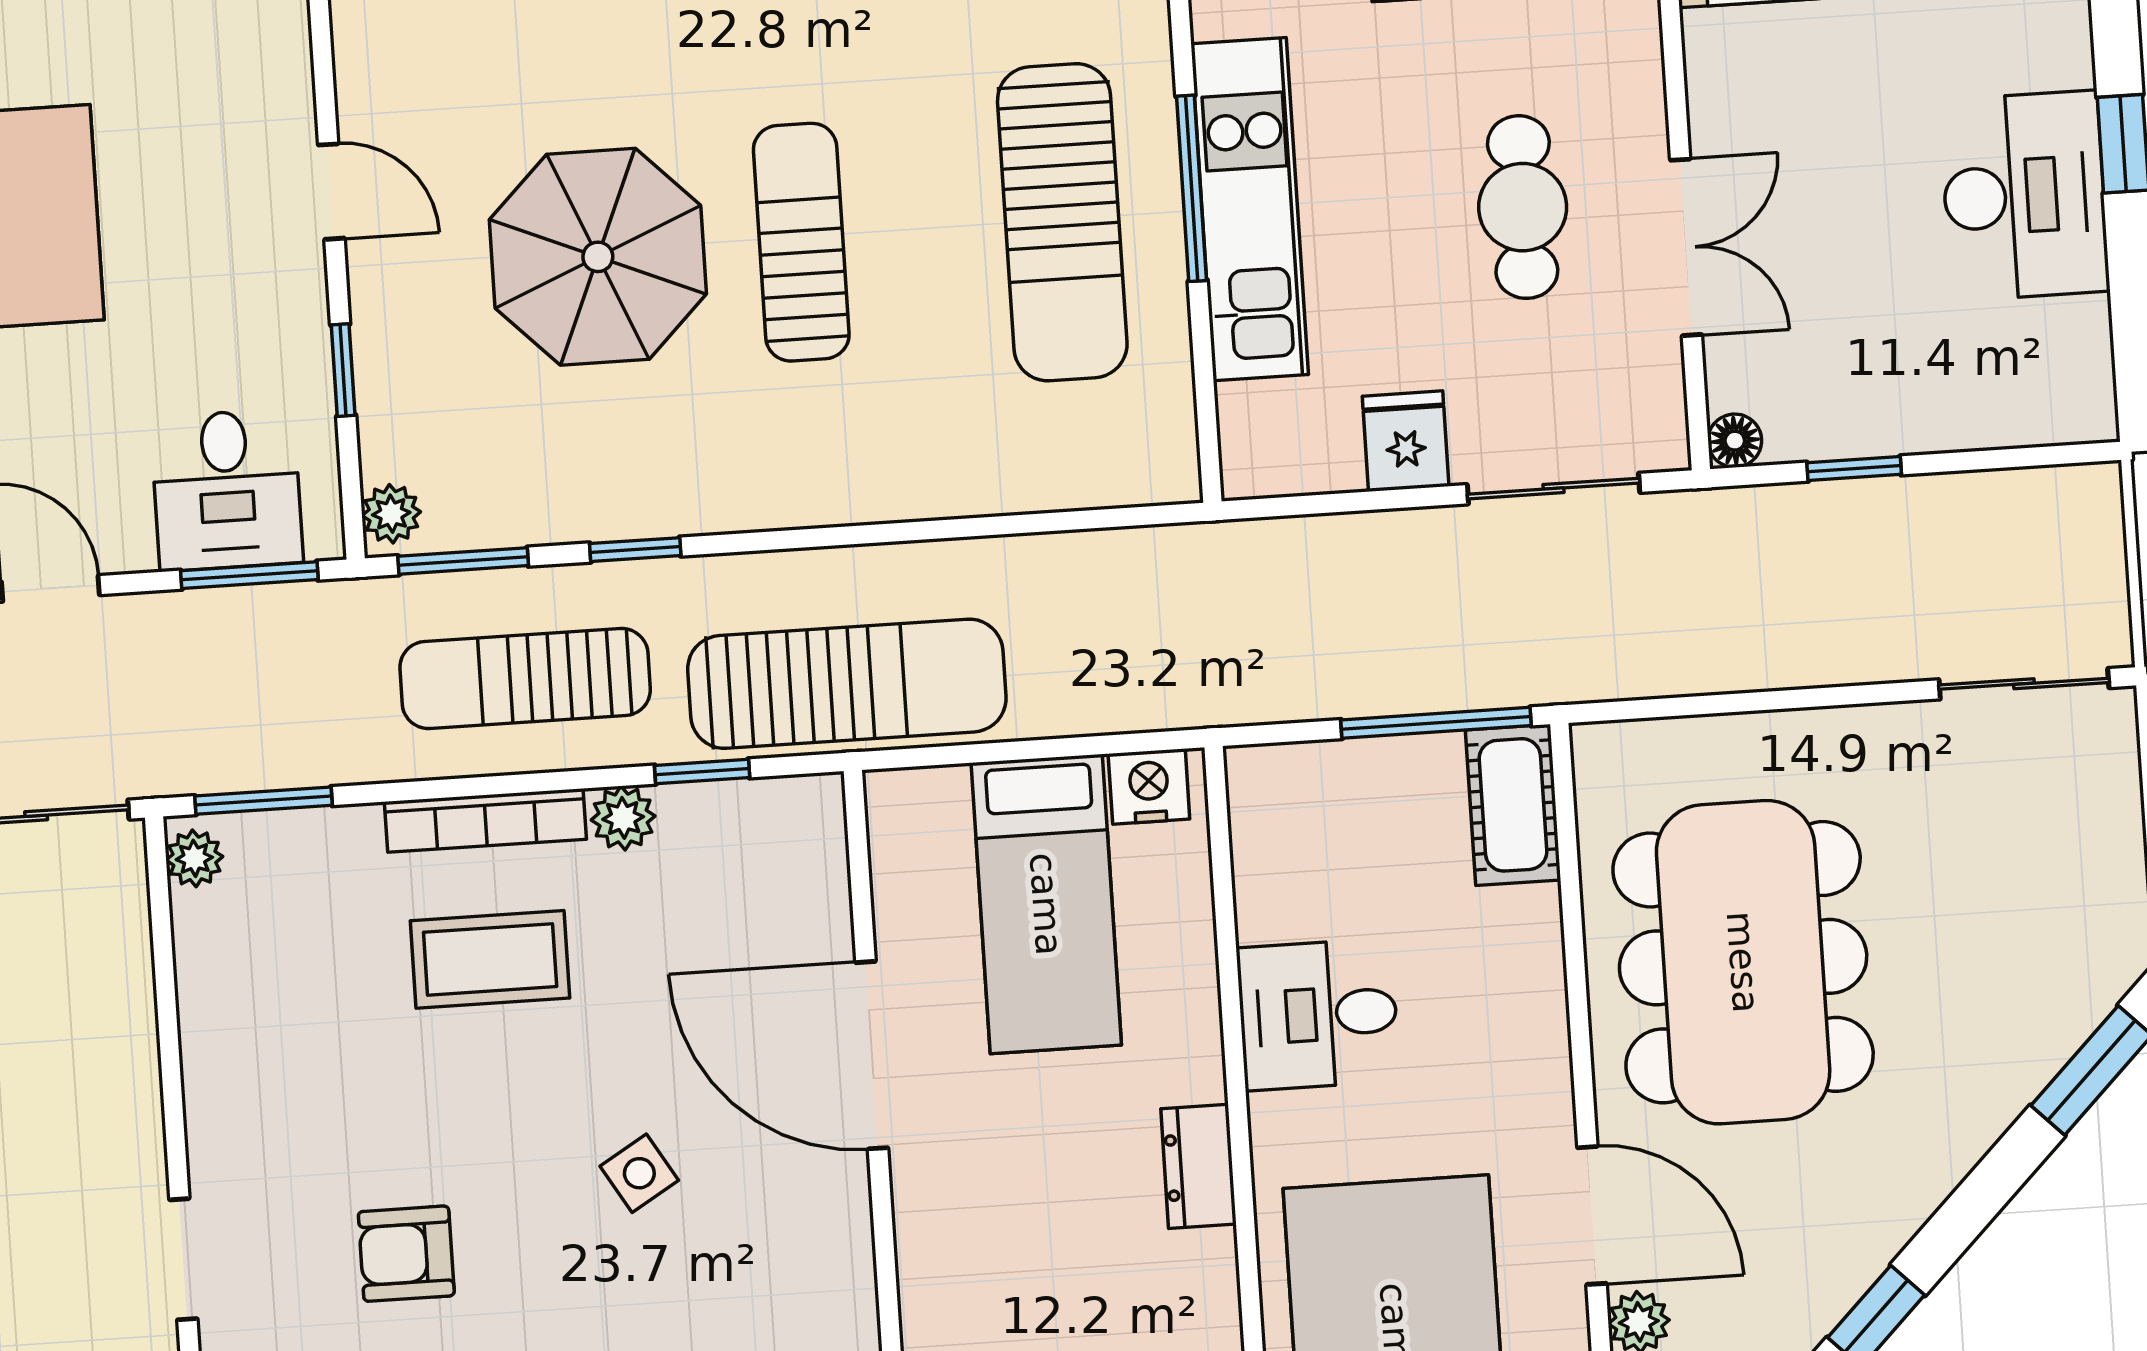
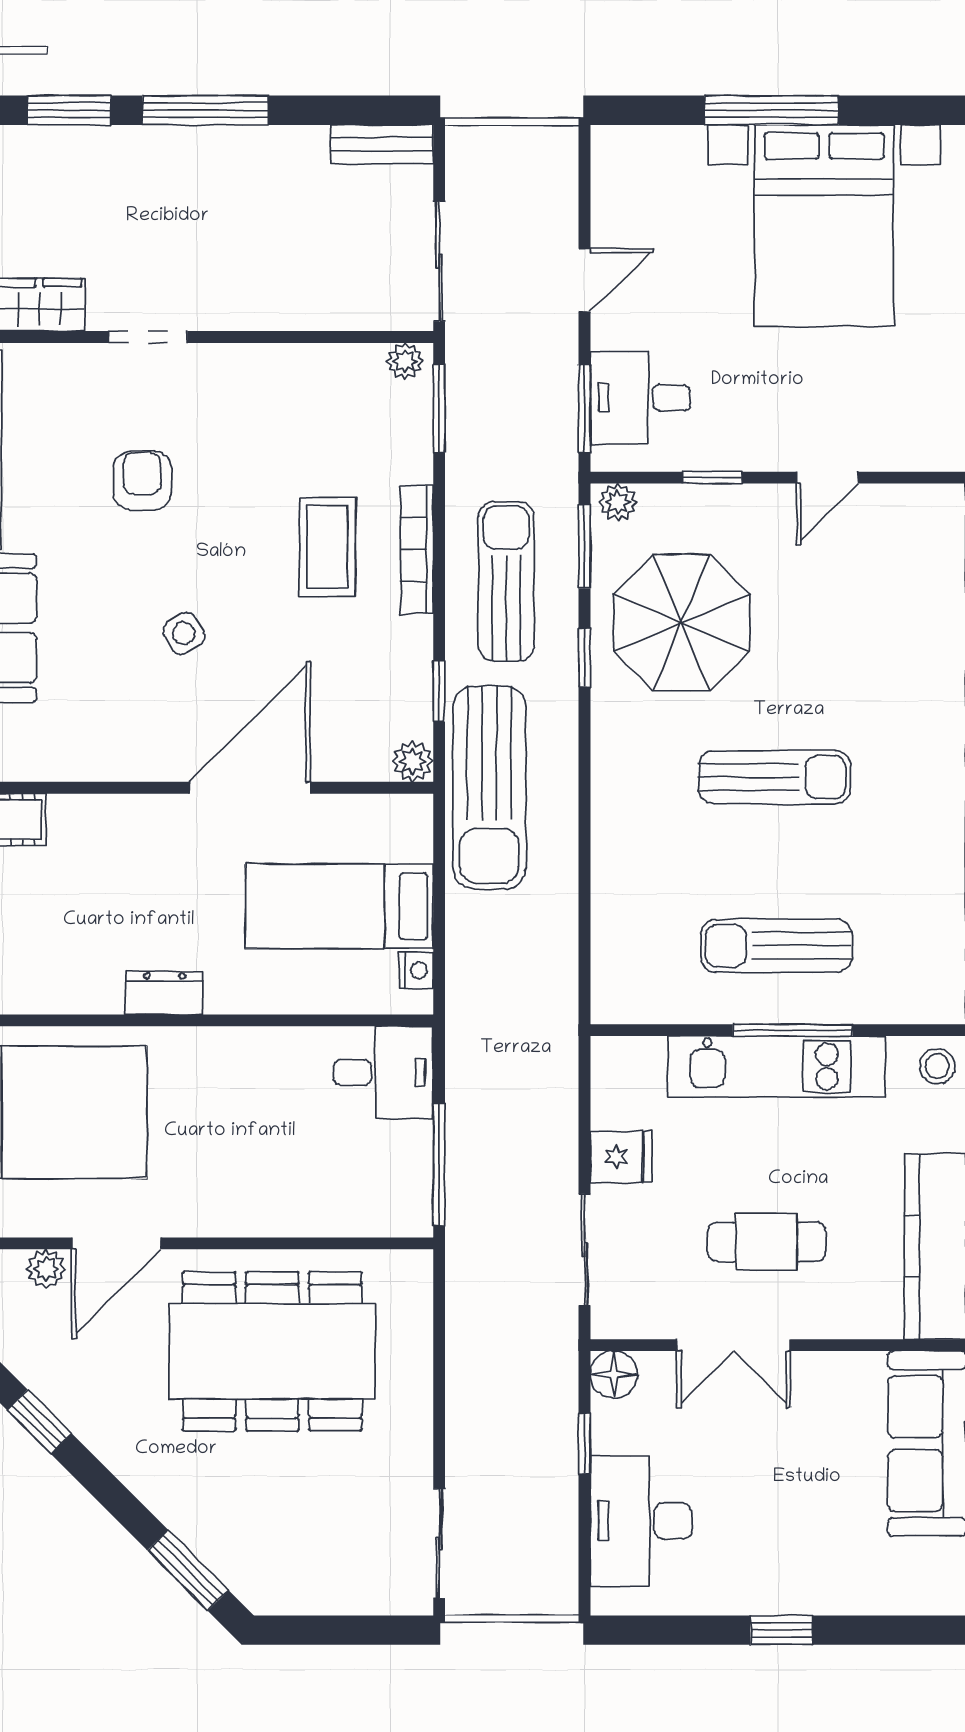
desk: (2024, 196) -> (641, 1521), moved, turned 90
sun lounger: (1062, 222) -> (776, 946), width x0.73, depth x0.75
parasol: (598, 257) -> (681, 623), moved
floor lamp: (1735, 441) -> (614, 1375), width x1.37, depth x1.37
nightstand: (1149, 786) -> (416, 970), width x0.72, depth x0.74
cot: (1513, 805) -> (383, 1210), removed
plant: (623, 818) -> (413, 761), moved
desk: (1318, 1014) -> (383, 1072), moved, turned 90

